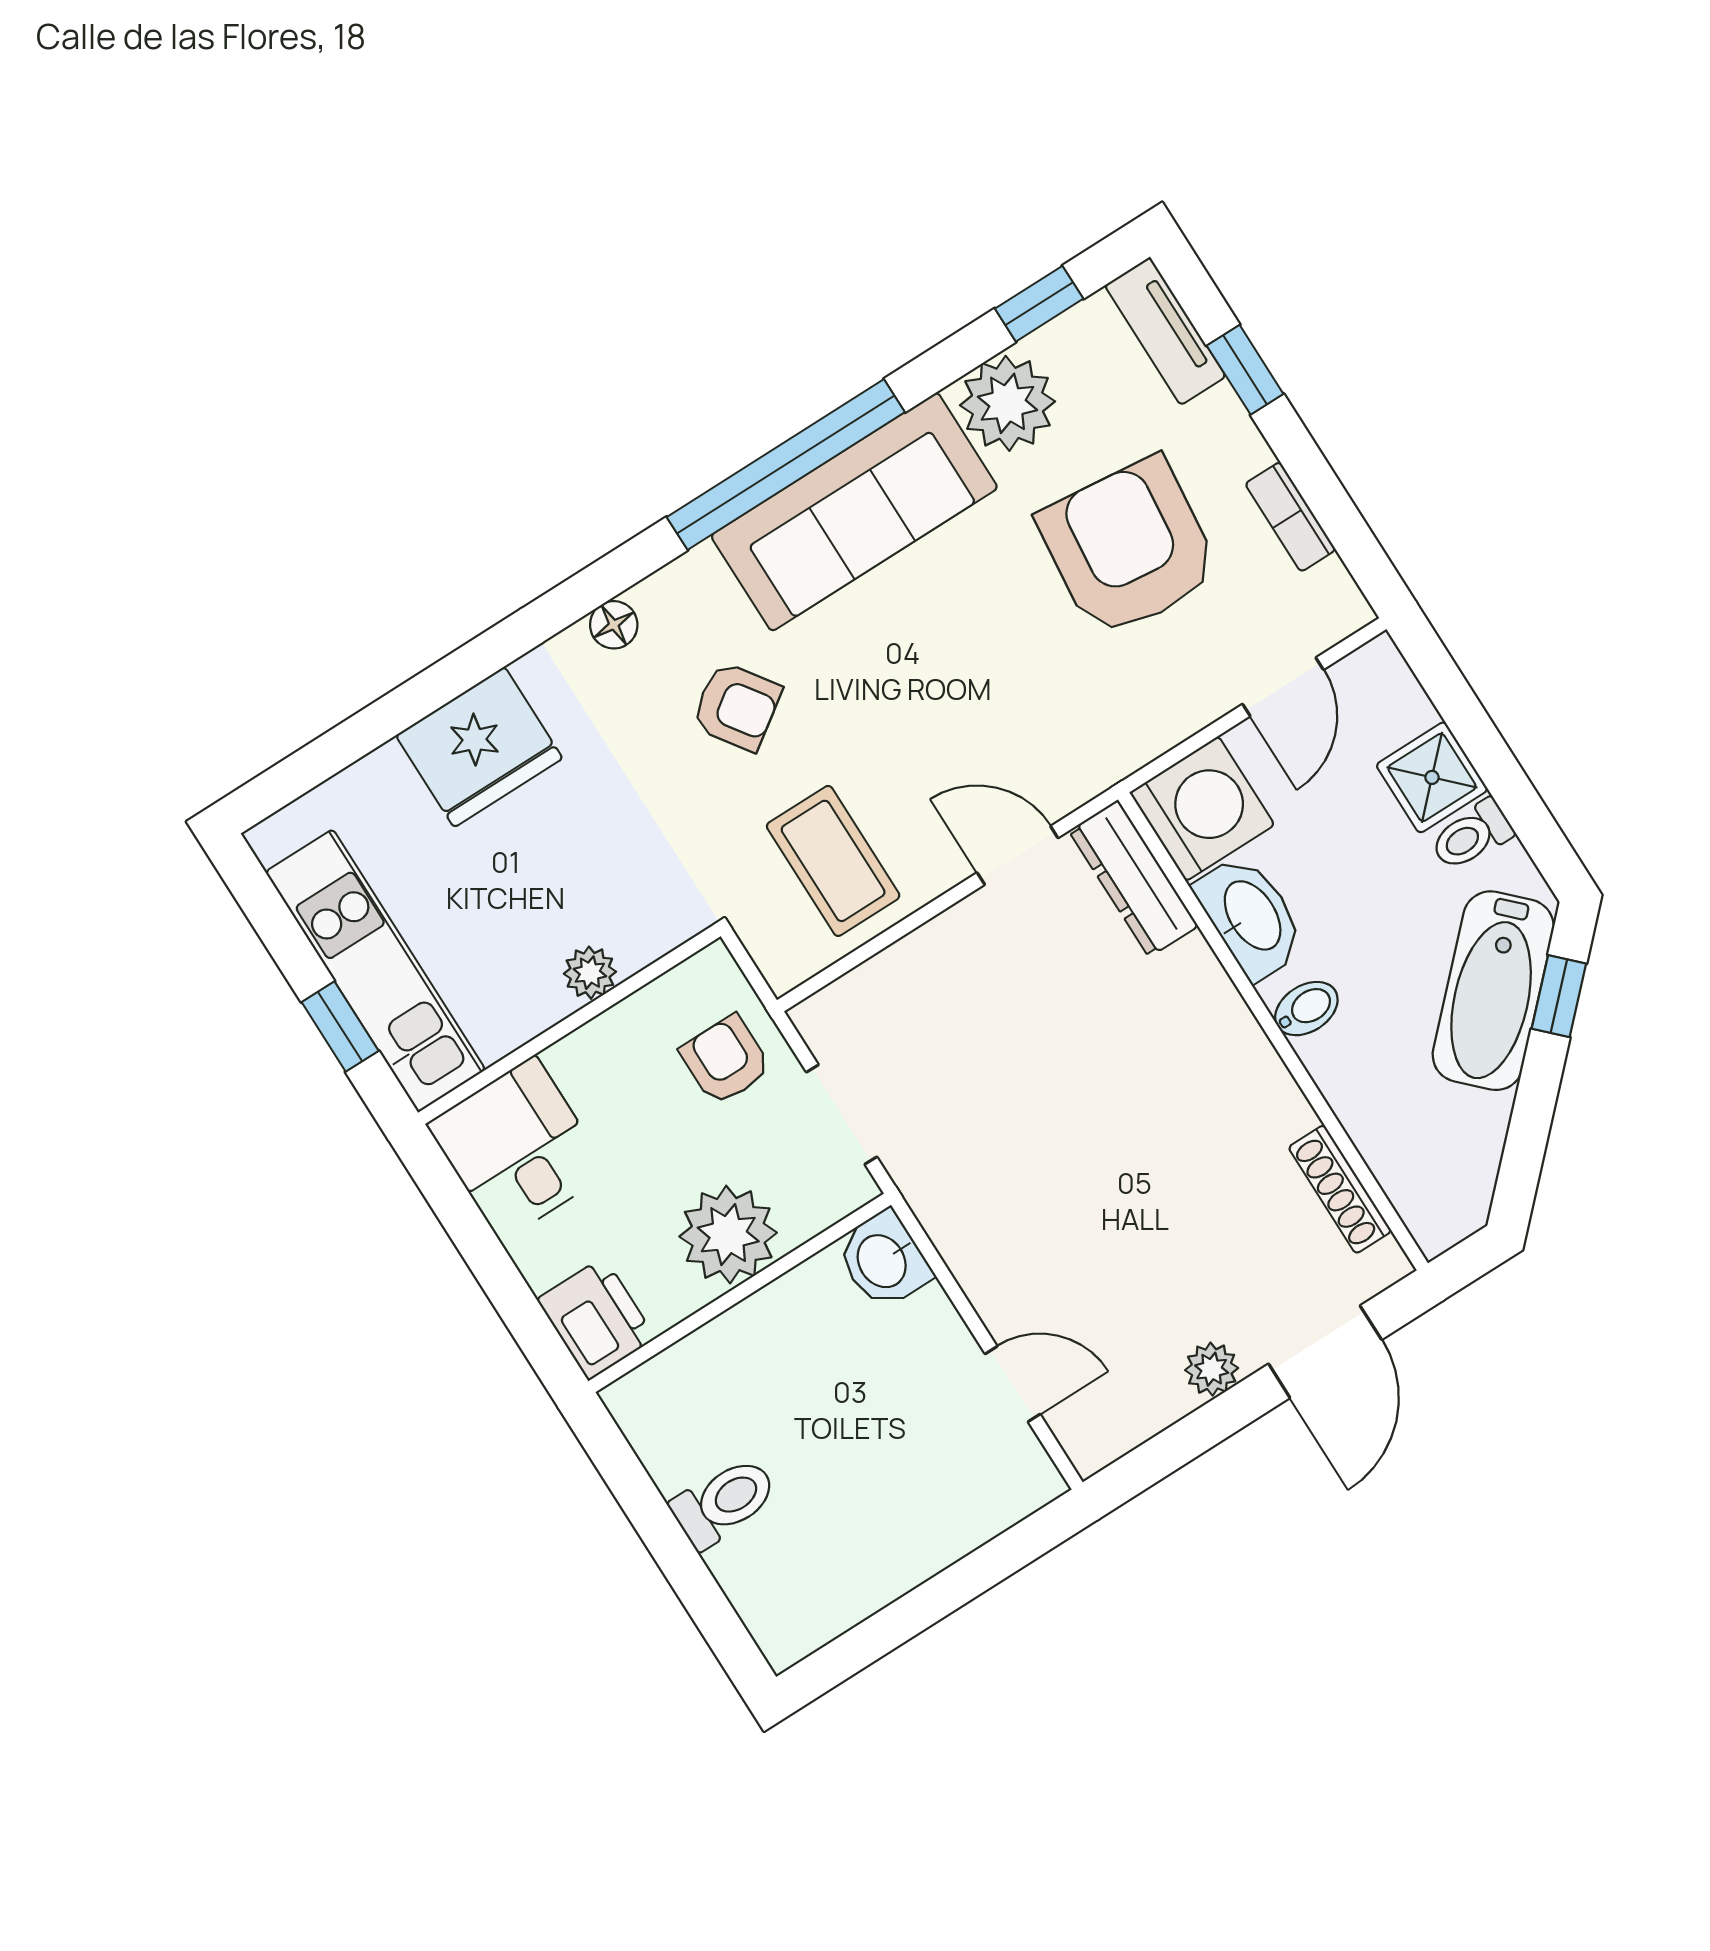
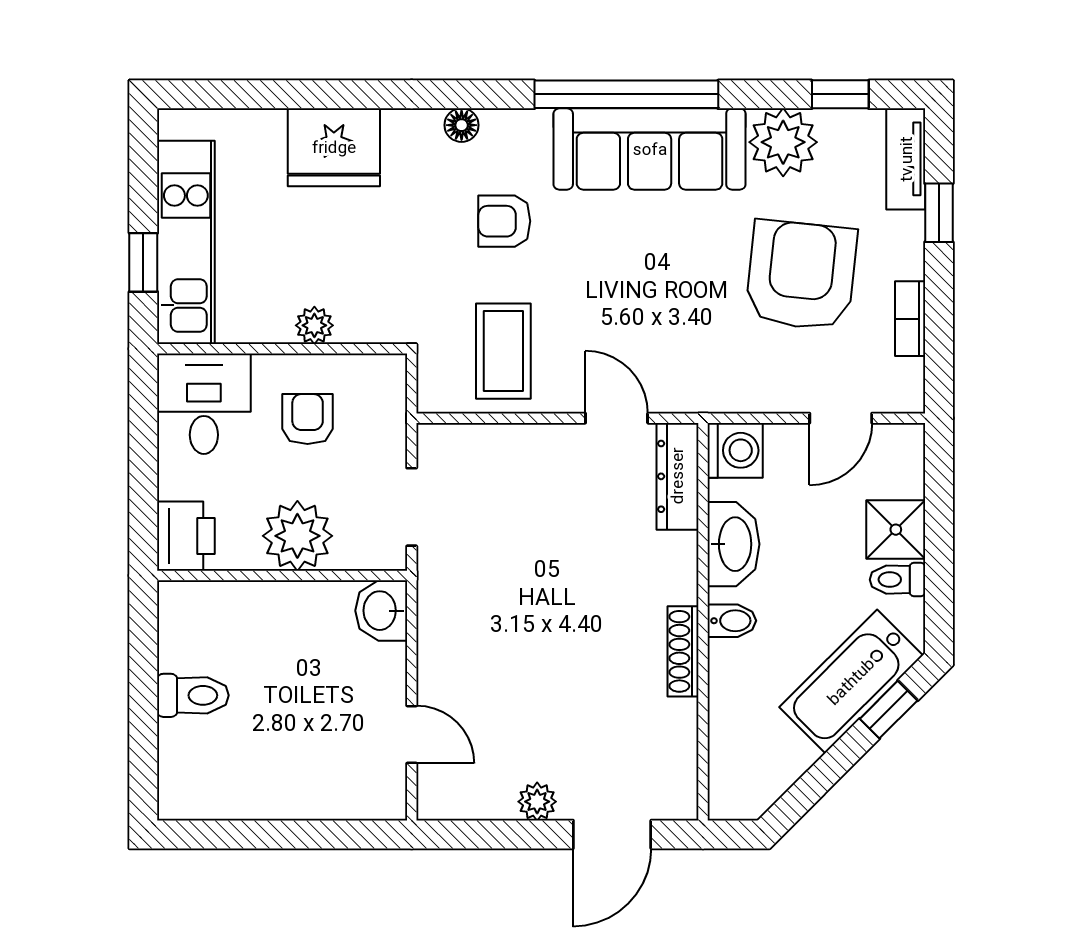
armchair: (737, 706) -> (504, 221), turned 125
washing machine: (1202, 809) -> (735, 450), width x0.73, depth x0.73
armchair: (726, 1060) -> (308, 419), moved
shoe rack: (1340, 1189) -> (683, 651), moved

